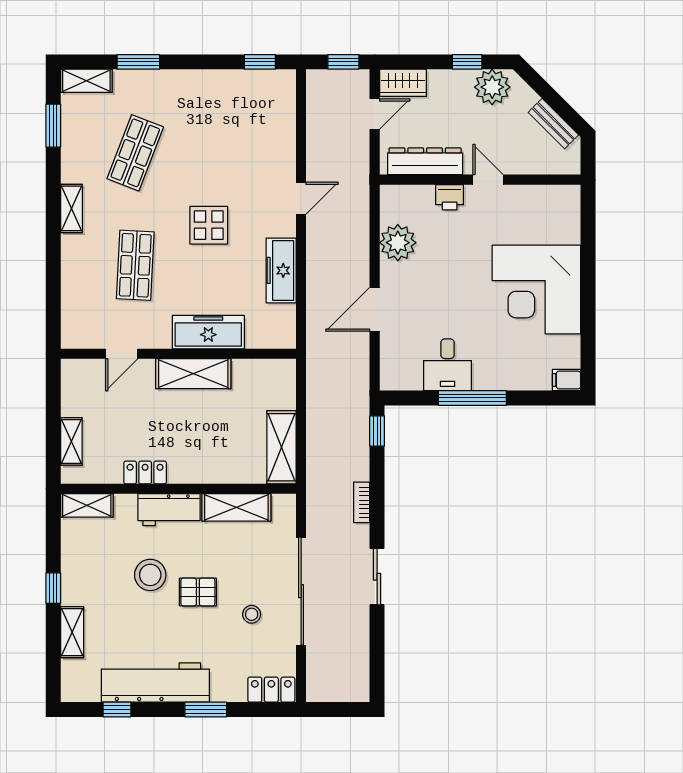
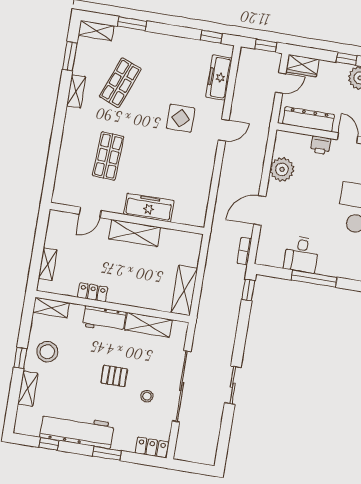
shelving: (71, 208) -> (76, 91), moved
display table: (209, 225) -> (181, 118), moved
freezer: (281, 270) -> (219, 77), moved
bookcase: (362, 502) -> (244, 251), moved
stool: (150, 575) -> (47, 352), moved

